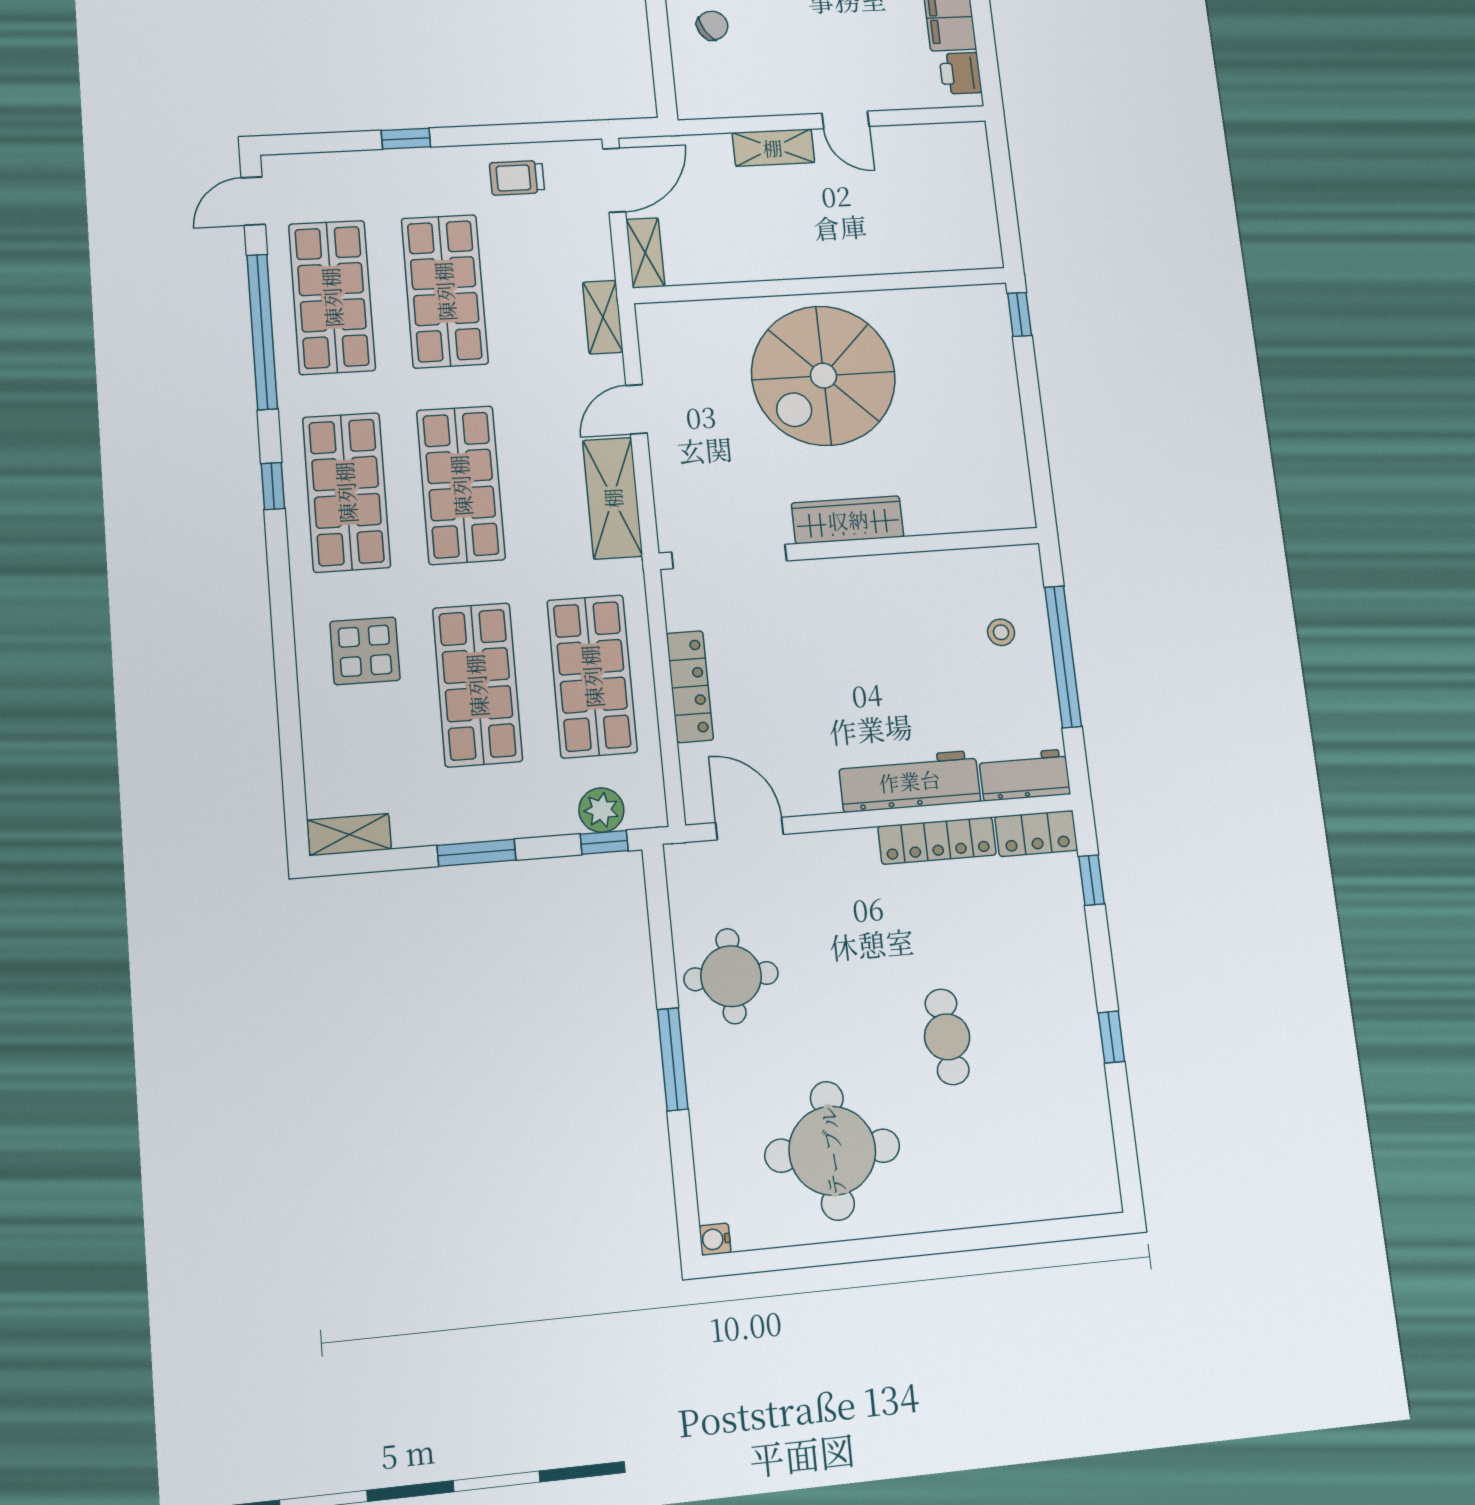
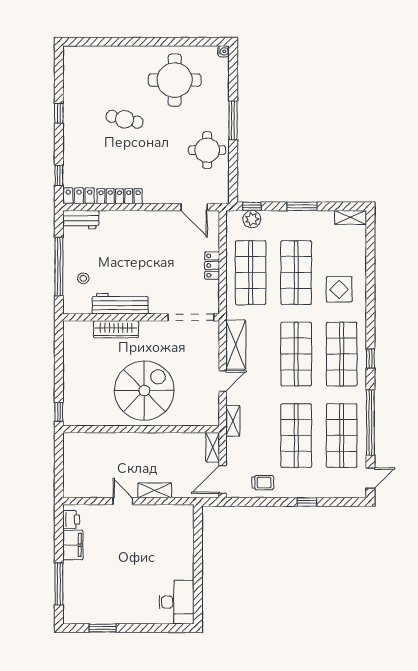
chair: (712, 26) -> (175, 546), removed
wardrobe: (848, 520) -> (116, 329), moved
locker: (690, 687) -> (212, 266), width x0.66
workbench: (910, 781) -> (120, 304), moved, turned 180
cafe table: (947, 1037) -> (125, 119), turned -73

